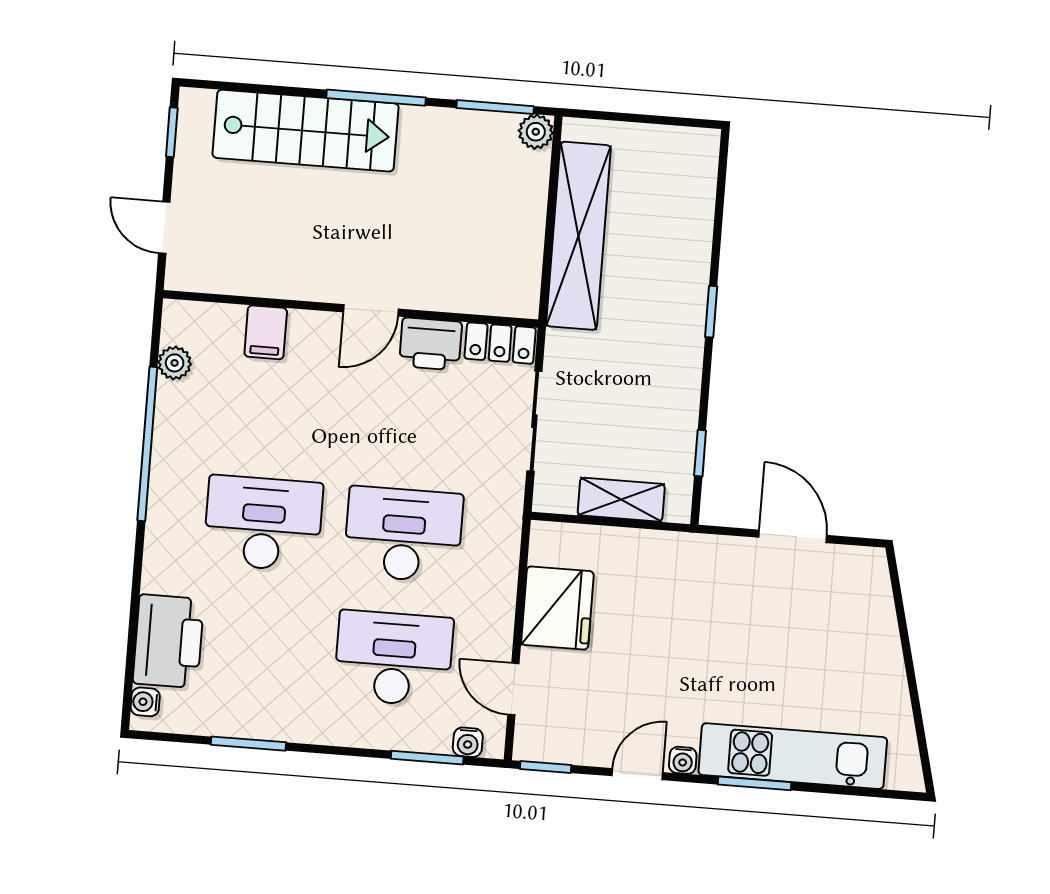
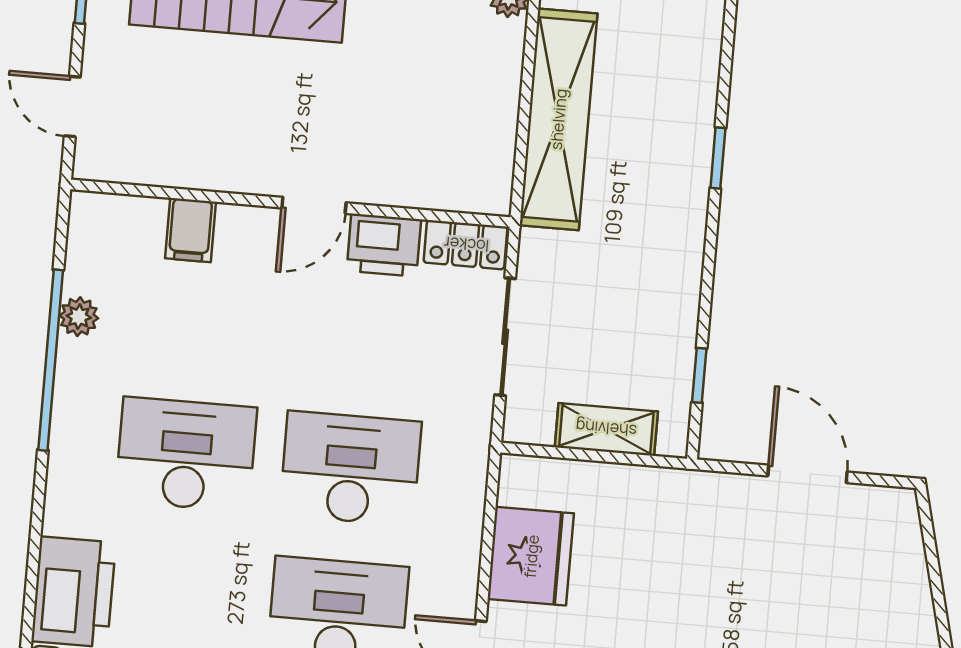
window: (711, 312) -> (718, 158), moved
plant: (175, 363) -> (79, 317), moved

